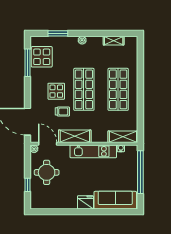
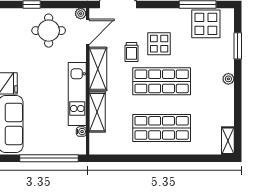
shelving: (114, 41) -> (228, 141), moved
shelving: (123, 137) -> (97, 112), moved

